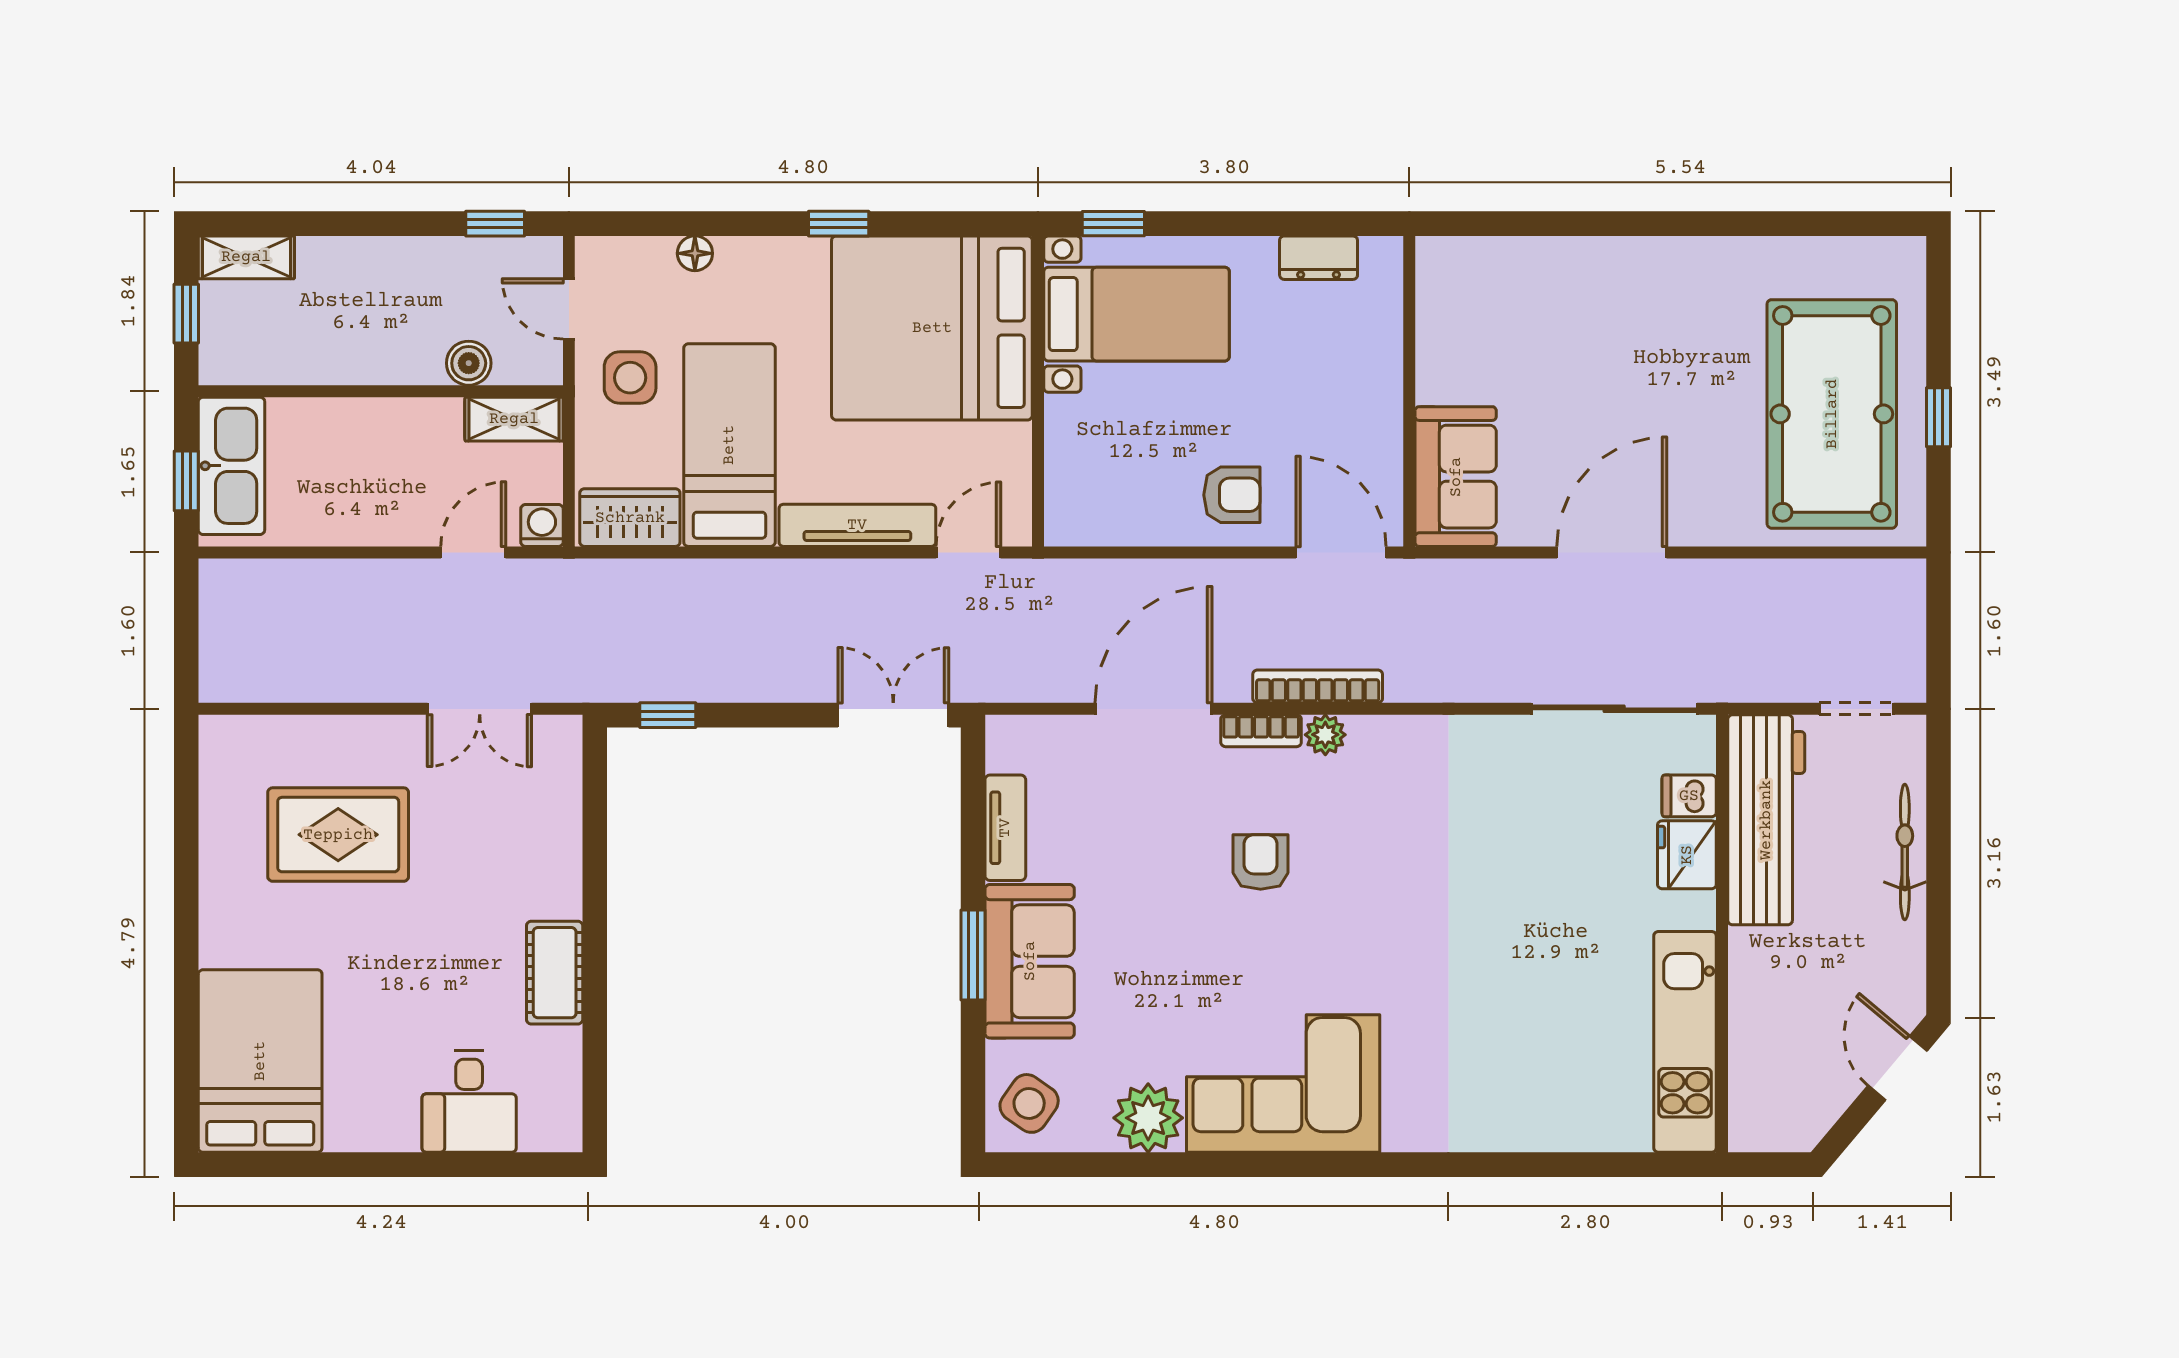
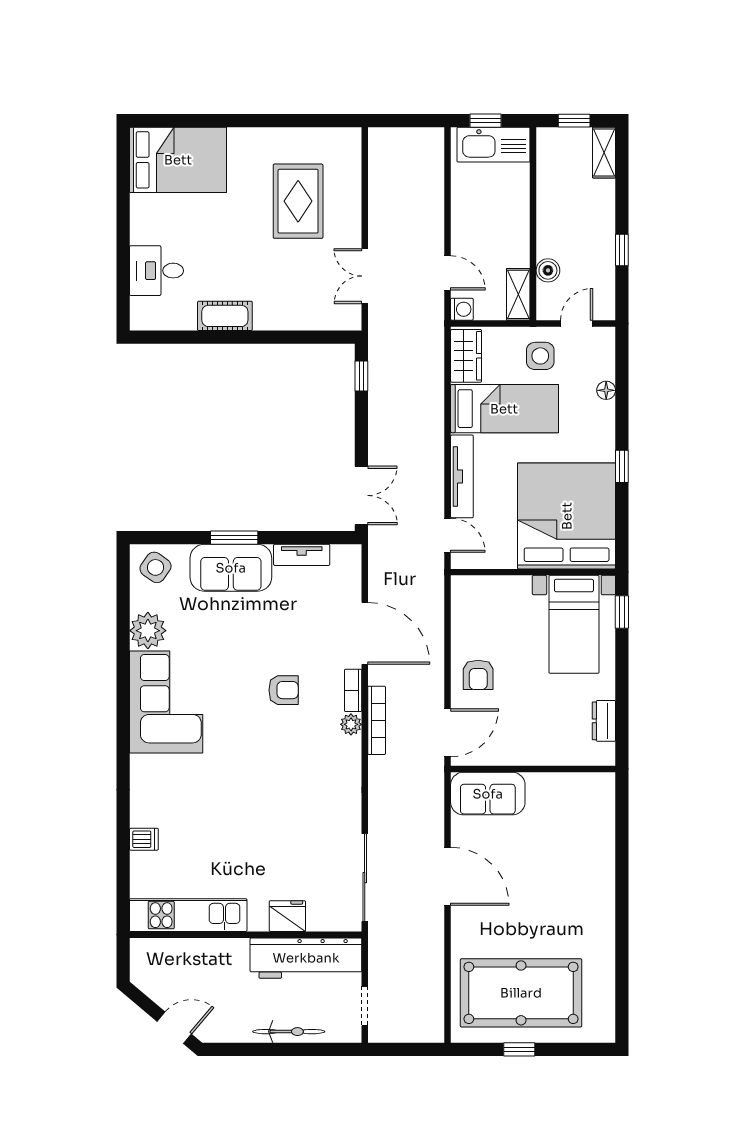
window: (495, 224) -> (622, 250), moved
dishwasher: (1689, 796) -> (144, 839), moved, turned 90

